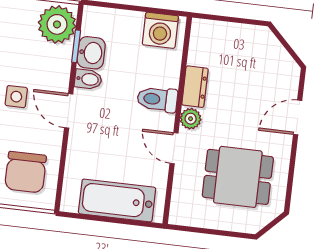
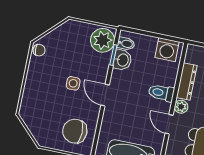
bidet: (88, 79) -> (126, 44), moved
dresser: (195, 87) -> (187, 82), width x1.44
chair: (26, 172) -> (75, 131), turned 90

